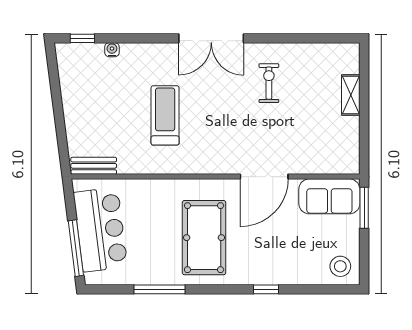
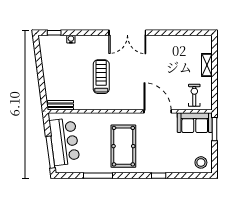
exercise bike: (269, 83) -> (194, 95), moved
door: (264, 177) -> (158, 111), swing flipped

